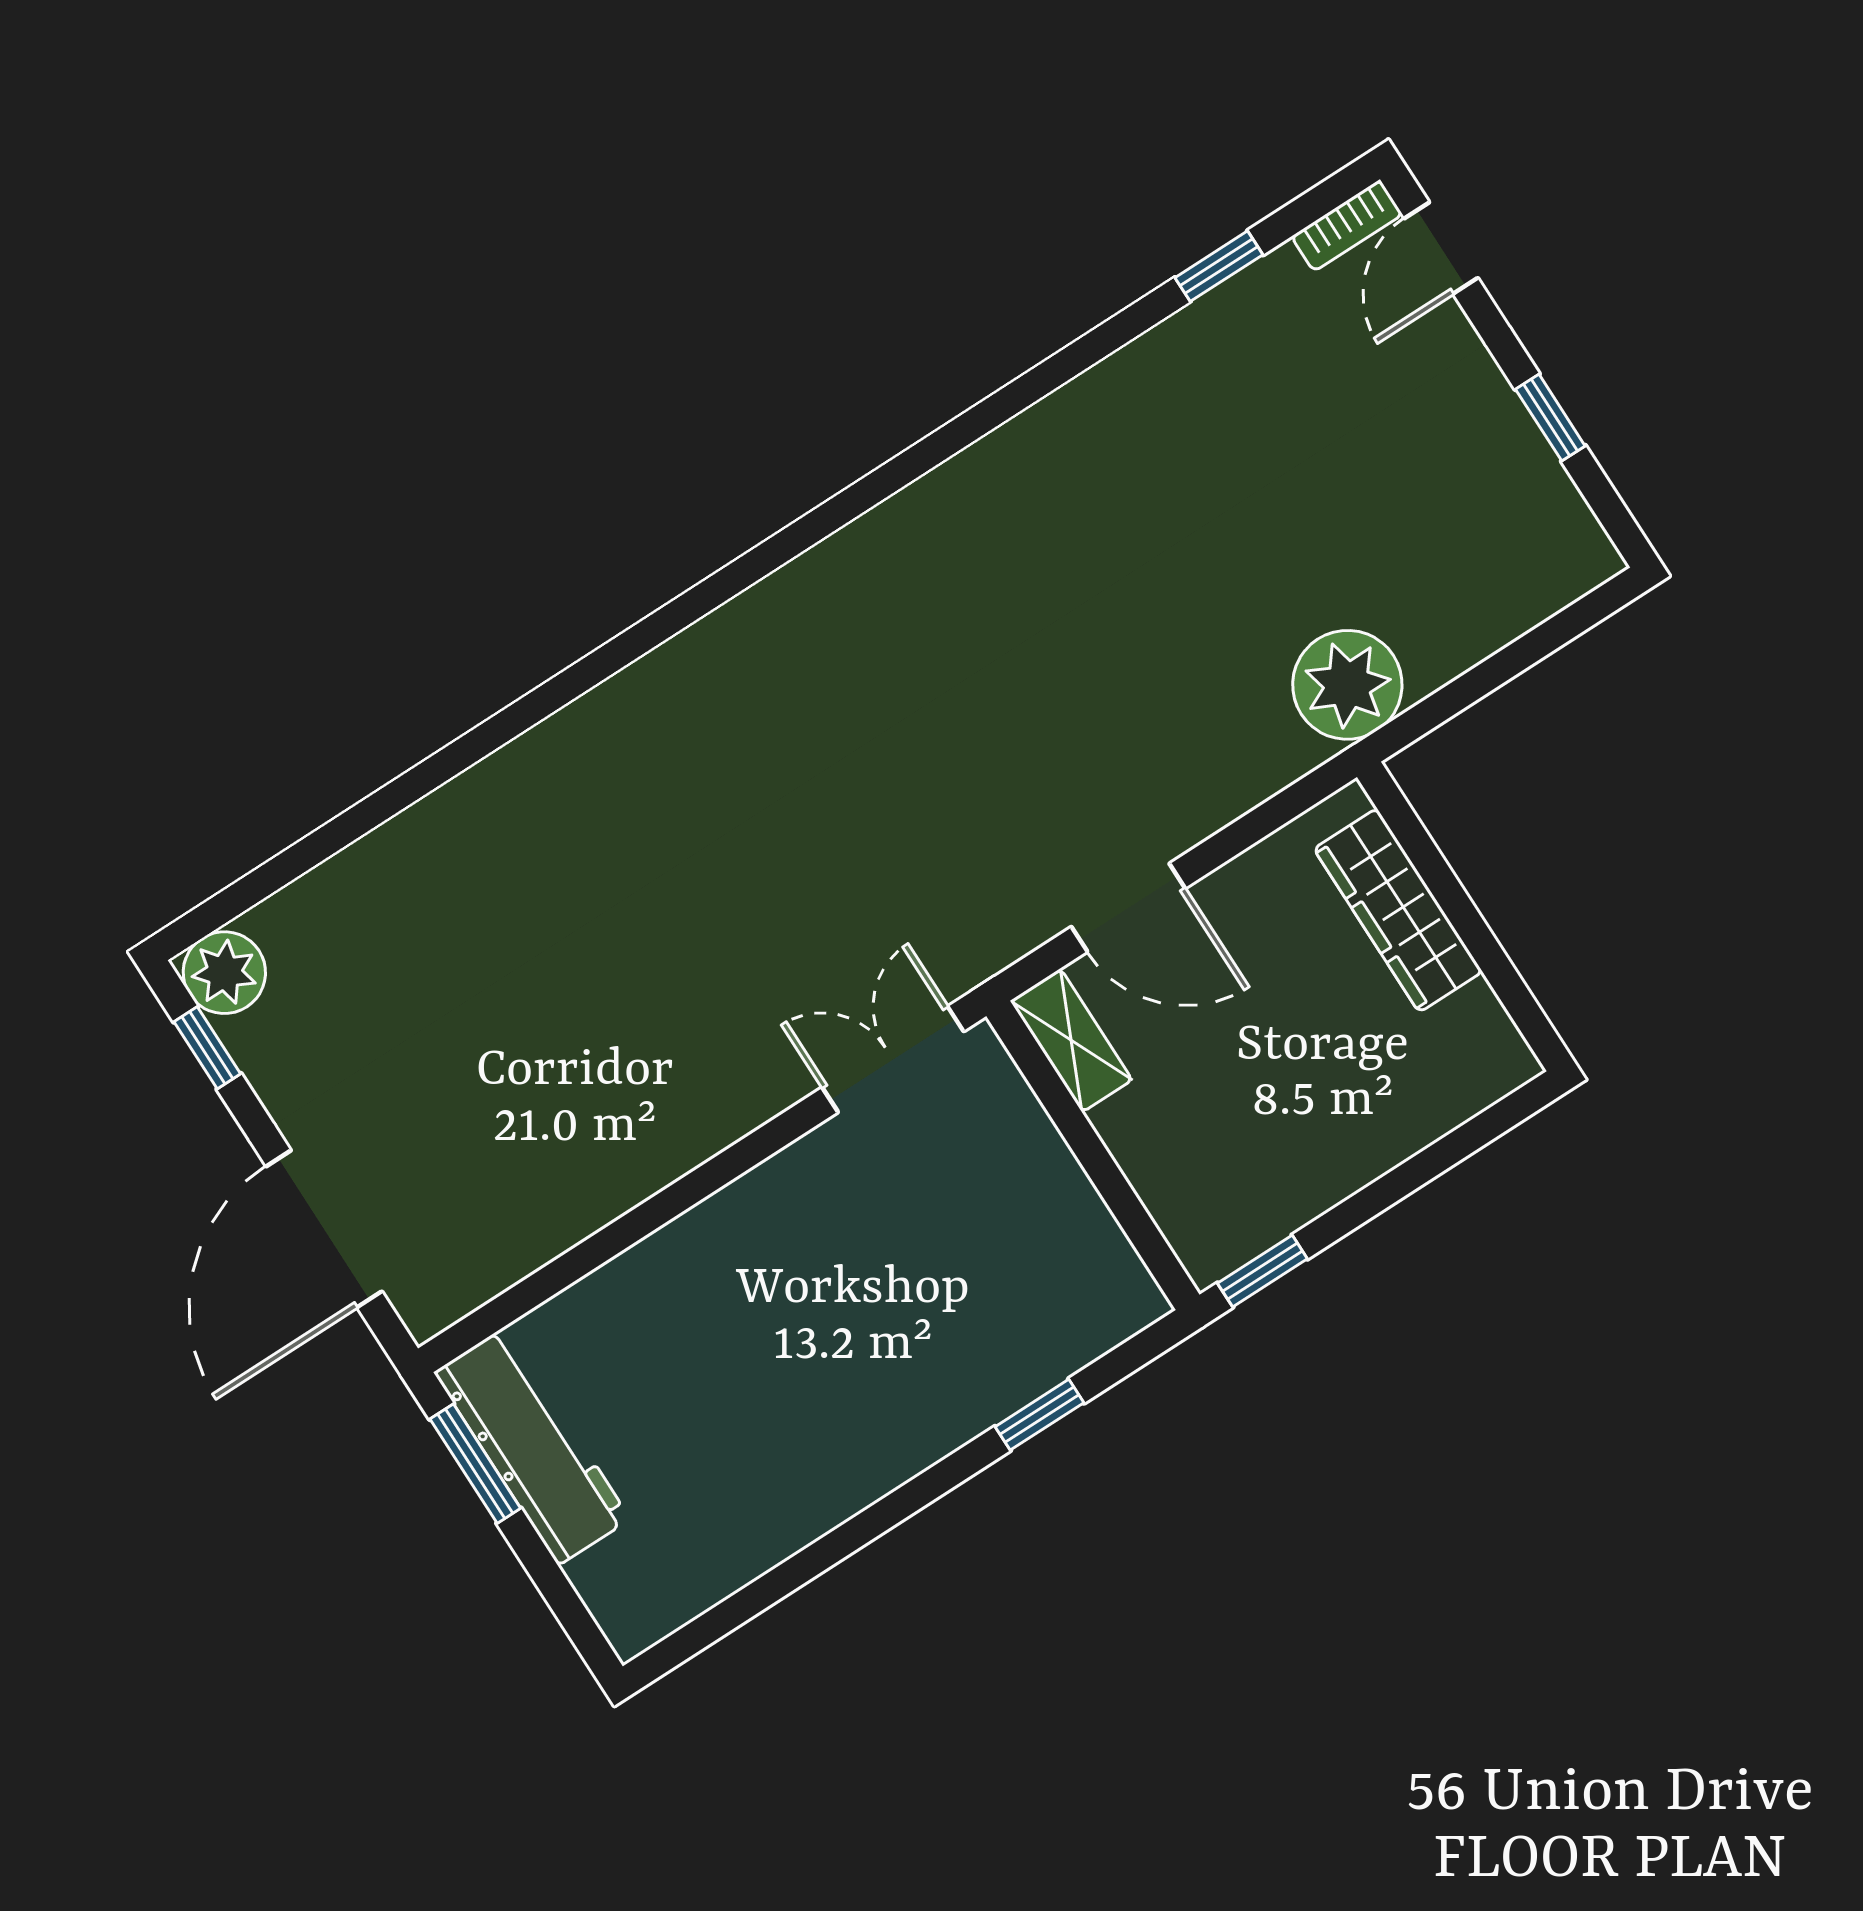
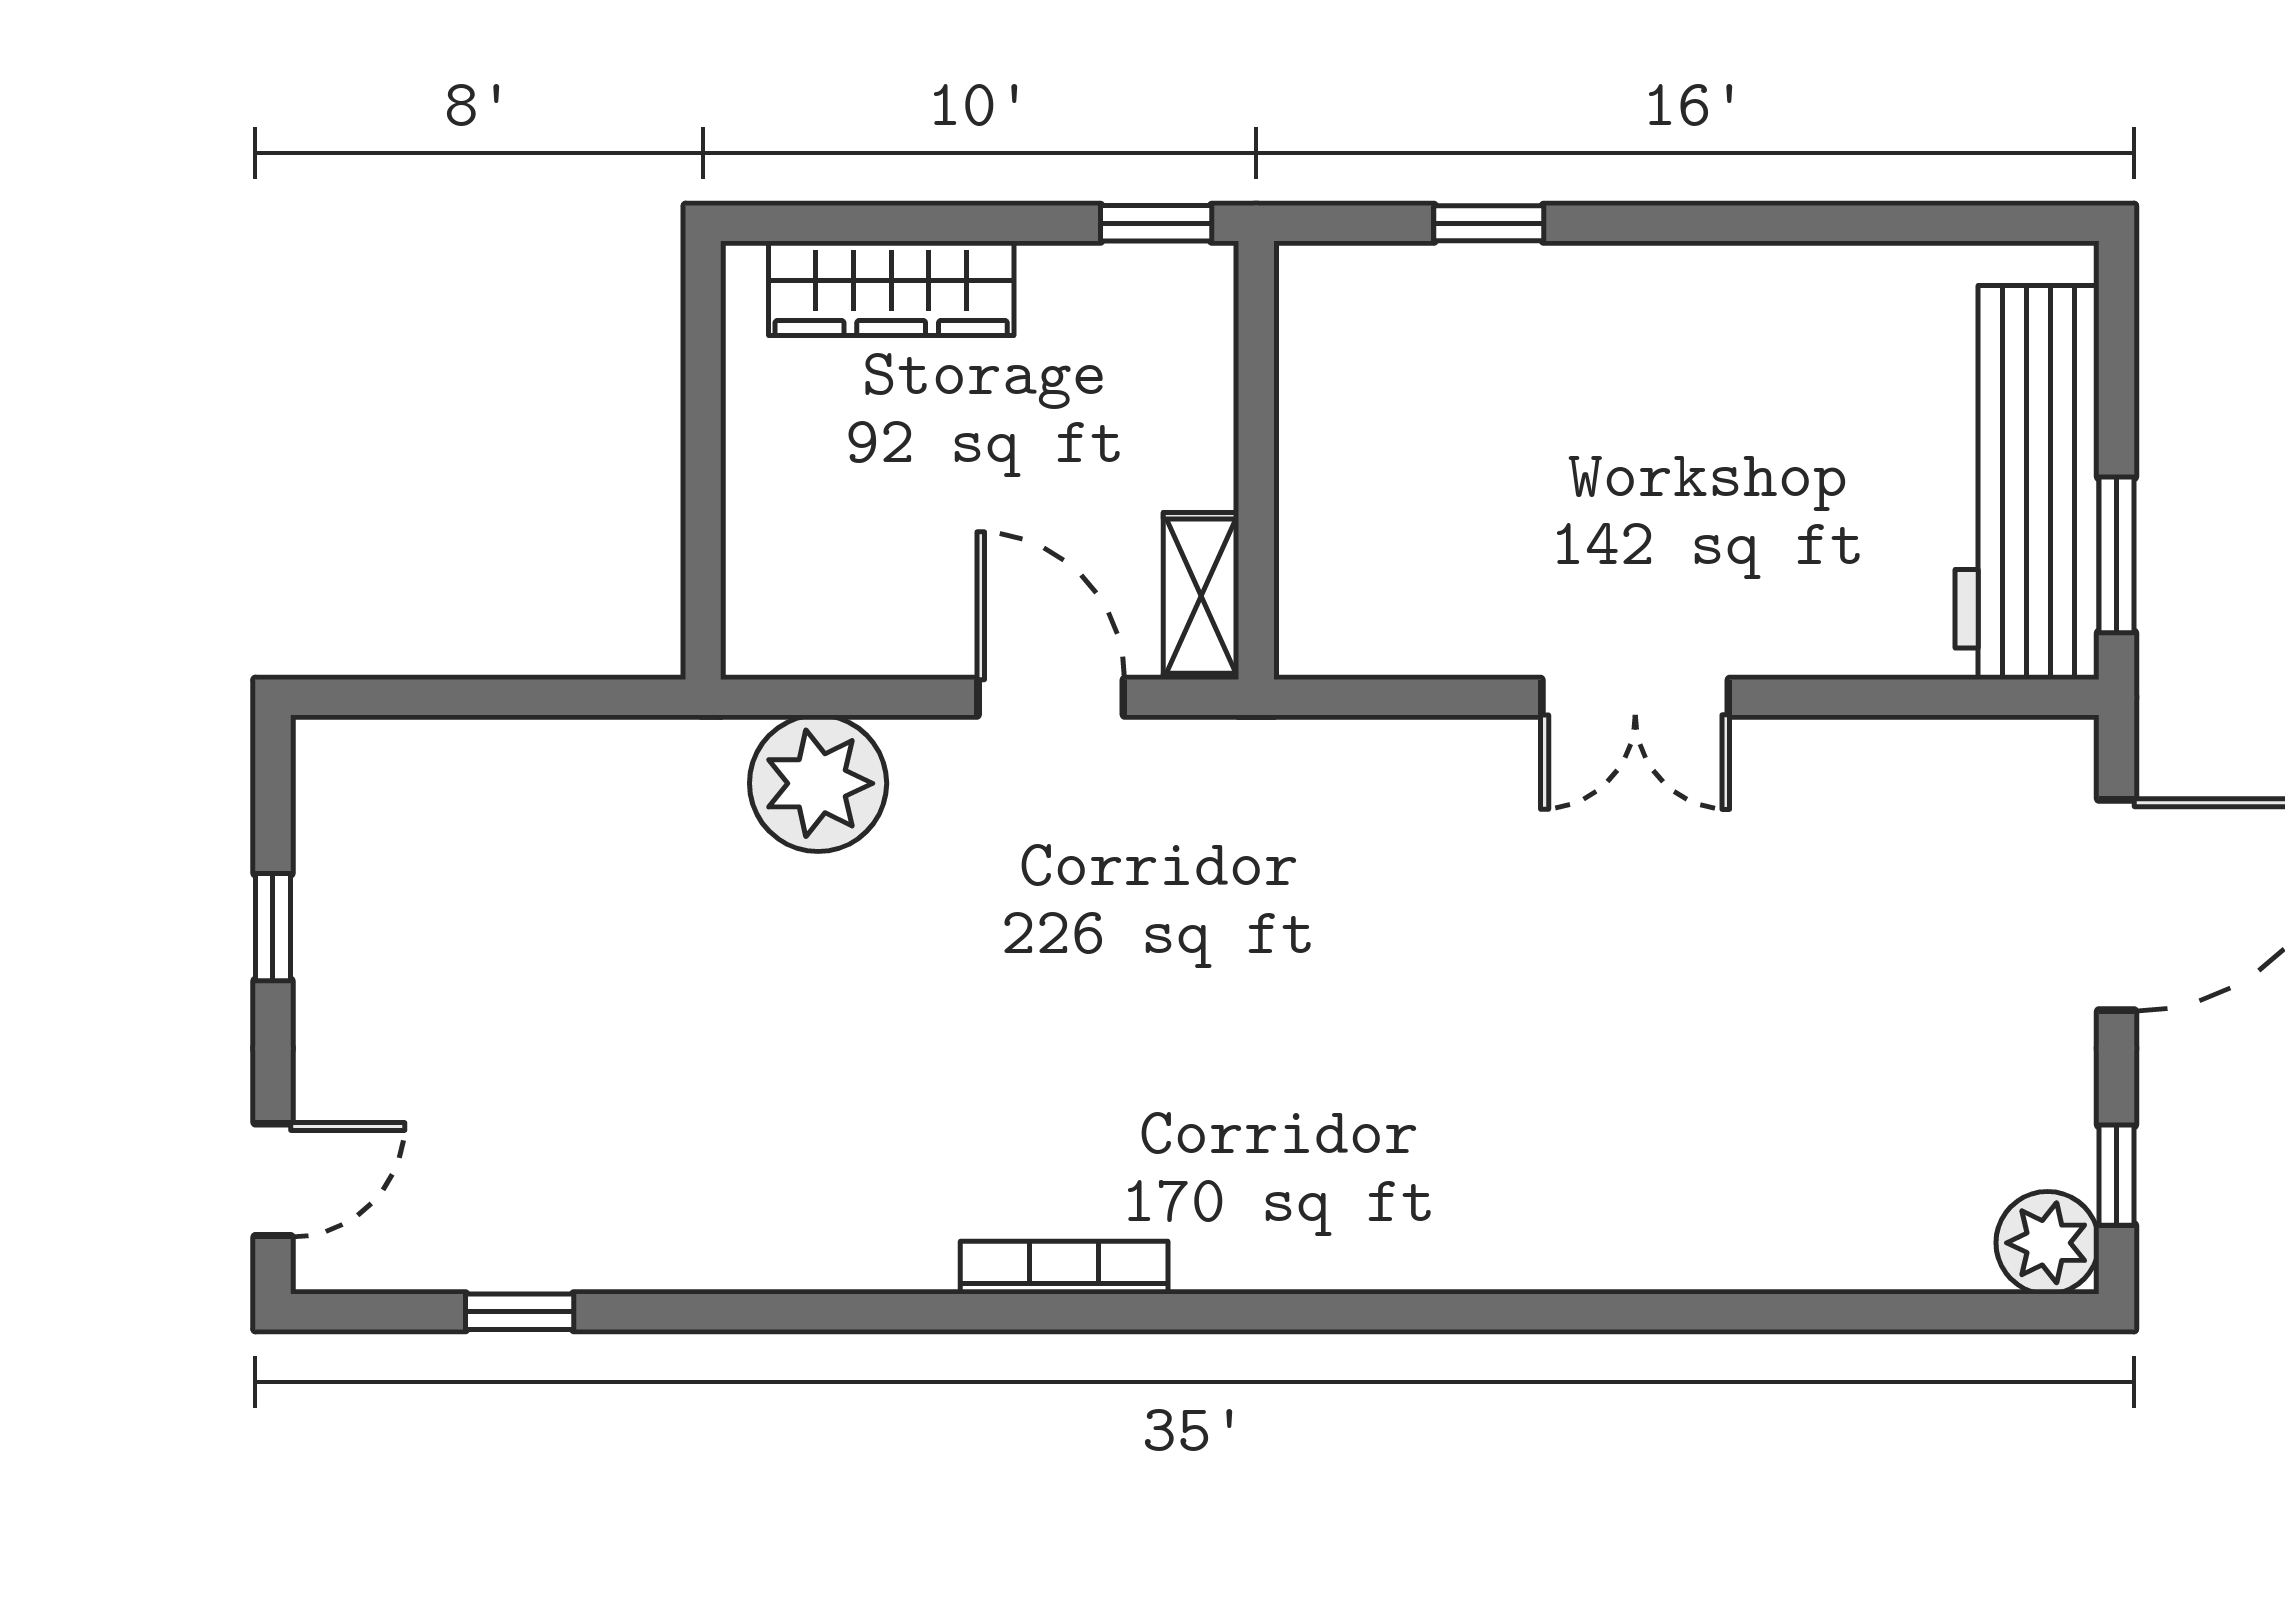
bookcase: (1347, 226) -> (1064, 1268), moved, width x1.56
plant: (1347, 685) -> (818, 783), moved
wardrobe: (1398, 910) -> (891, 288), moved, turned 90
double door: (893, 1059) -> (1635, 697), moved
workbench: (532, 1446) -> (2027, 482), width x1.36, depth x1.32

